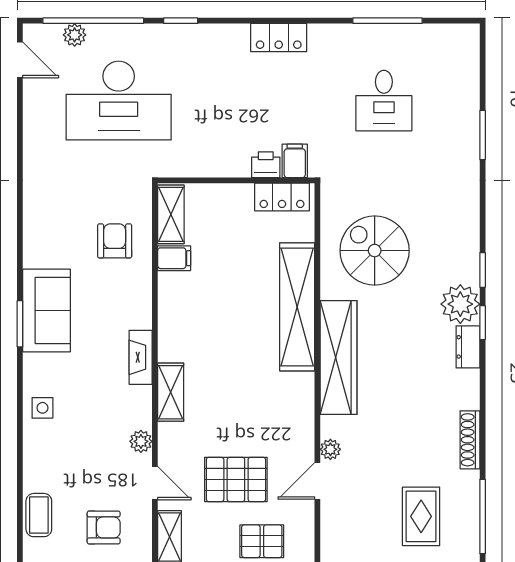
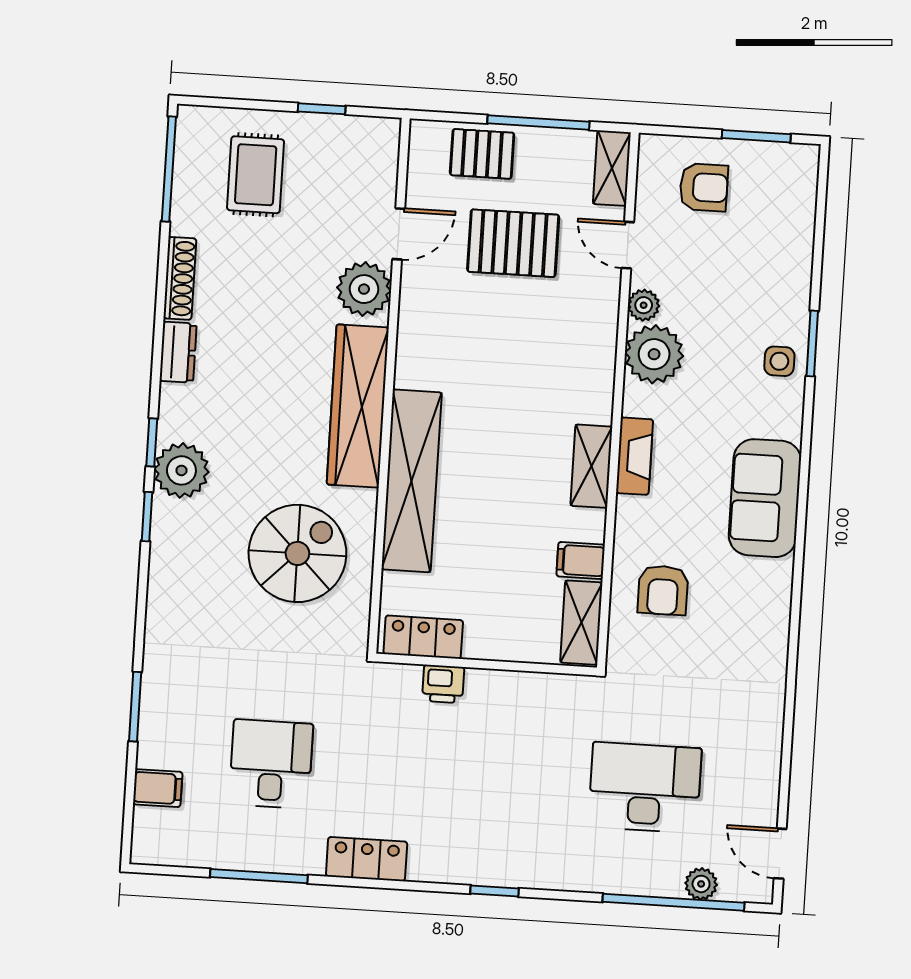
window: (181, 21) -> (494, 891), moved
locker: (279, 38) -> (367, 859), moved
desk: (119, 101) -> (645, 787), width x0.73, depth x0.77
filing cabinet: (295, 161) -> (158, 788), moved, turned -90
spiral stairs: (375, 251) -> (297, 553), turned -90
window: (20, 324) -> (812, 344), moved
dresser: (468, 347) -> (178, 352), moved
fireplace: (141, 357) -> (635, 456), moved
shelving: (171, 392) -> (591, 466), moved
plant: (131, 407) -> (654, 354), added
plant: (330, 449) -> (364, 289), width x1.88, depth x1.88
coffee table: (39, 515) -> (794, 210), removed
armchair: (104, 527) -> (704, 187), turned 180

